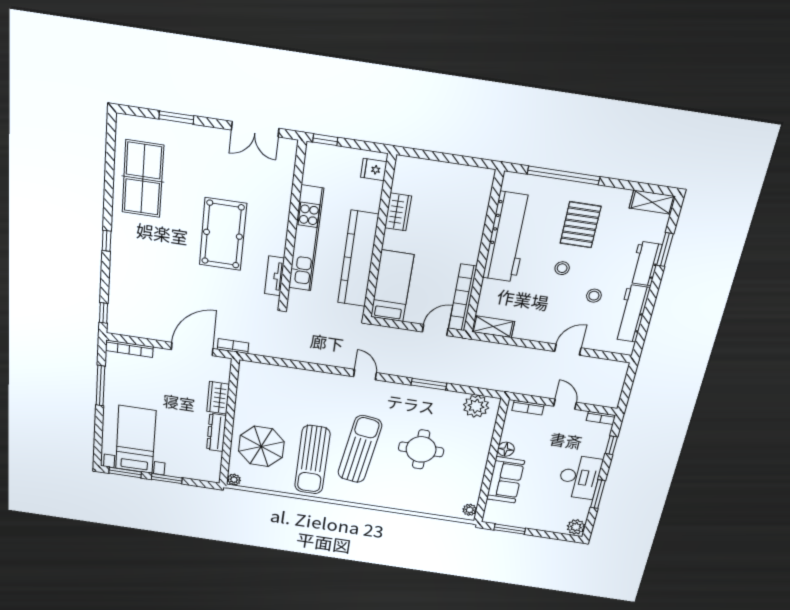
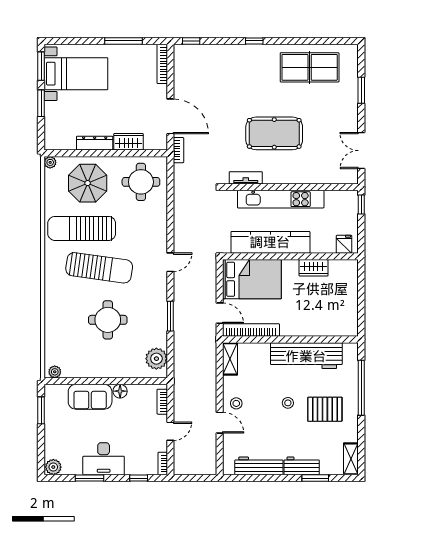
bed: (392, 286) -> (252, 279), width x1.50
stool: (594, 296) -> (236, 403), moved
round table: (266, 392) -> (141, 182), added

